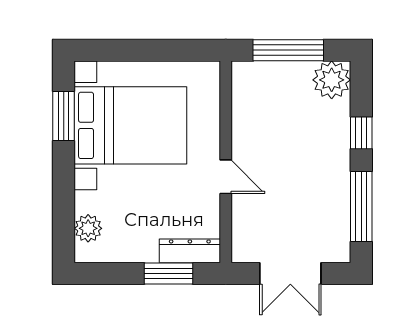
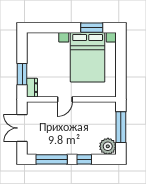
plant: (88, 228) -> (42, 38), removed
dresser: (190, 251) -> (32, 88), width x0.70

